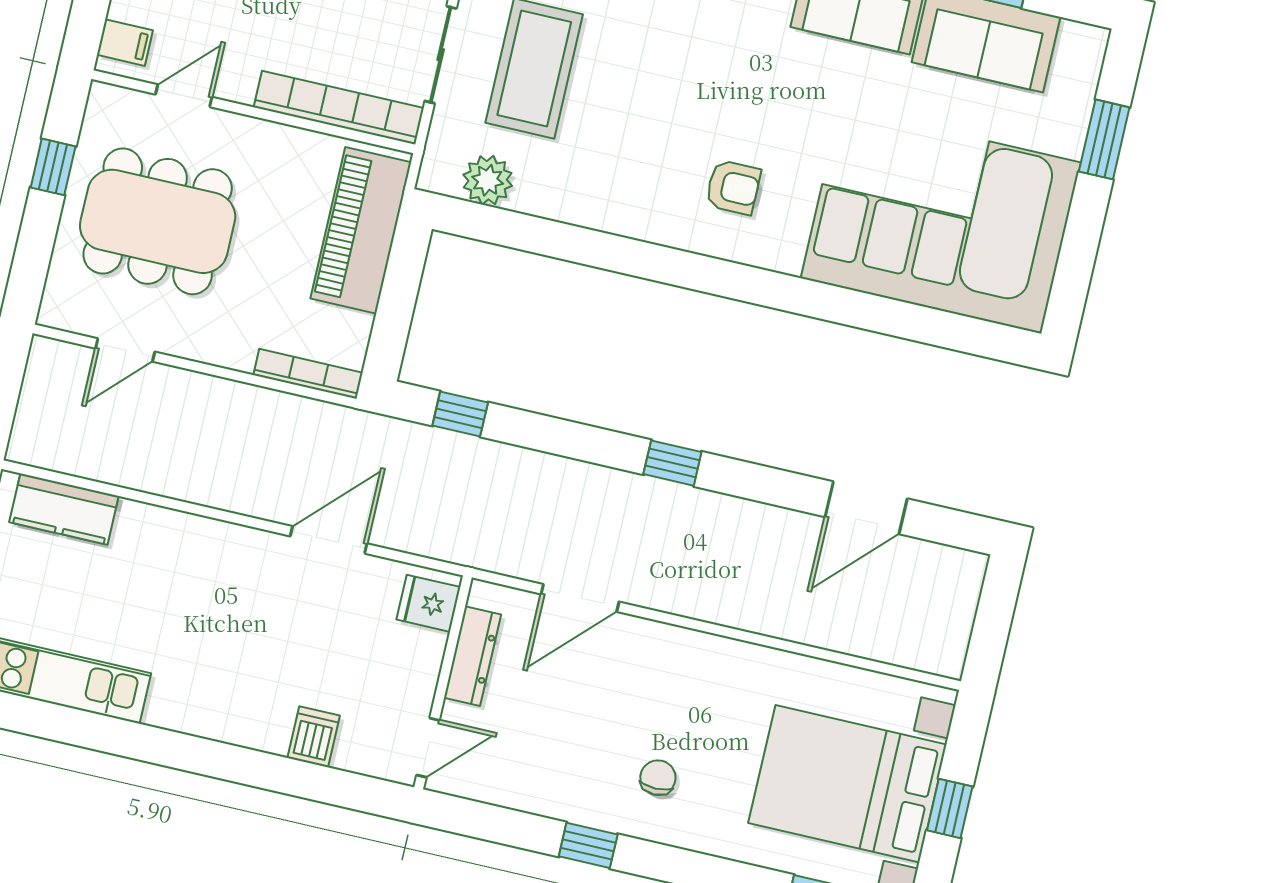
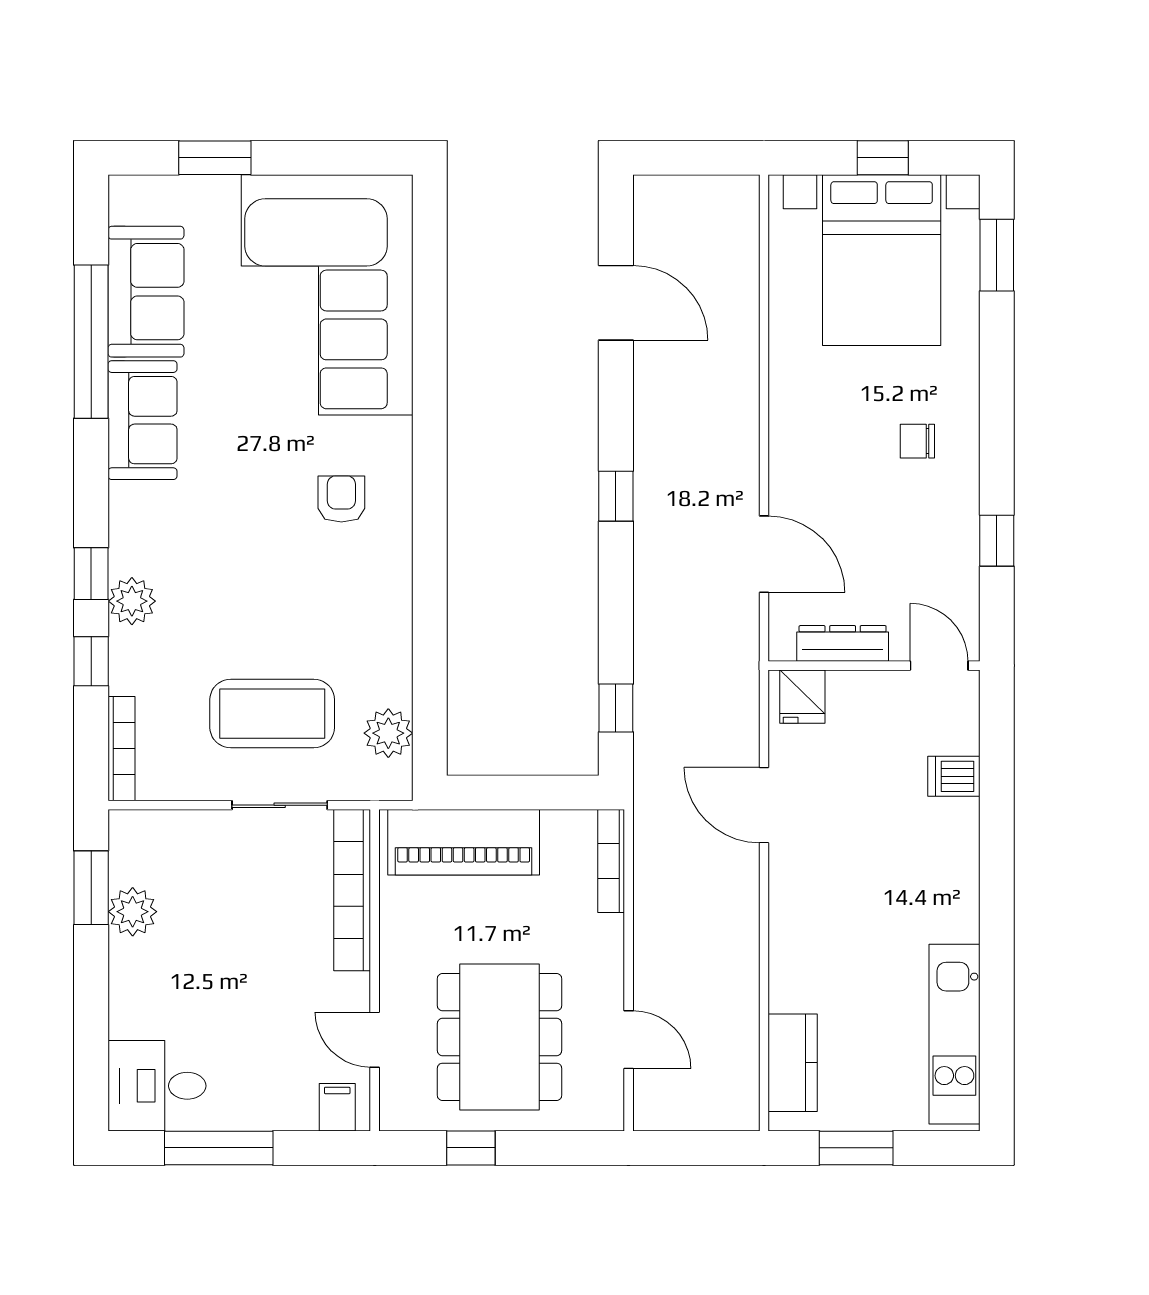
window: (588, 845) -> (997, 541), moved

